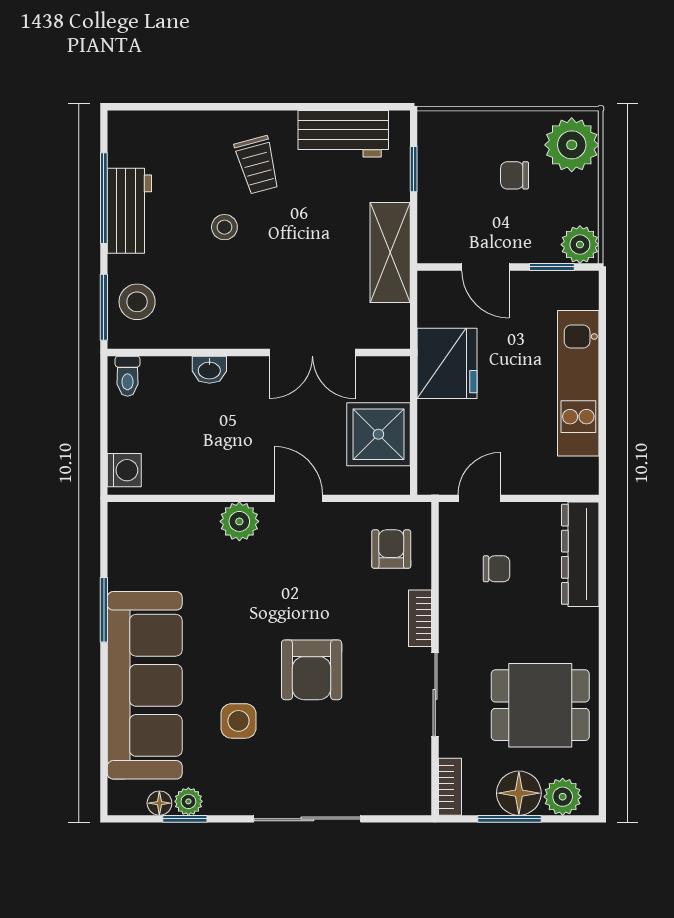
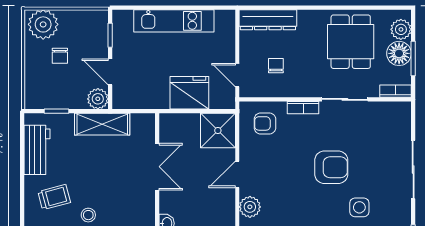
plant: (580, 245) -> (98, 99), moved
door: (485, 267) -> (110, 72), swing flipped
fridge: (447, 363) -> (189, 93), moved
shower: (378, 434) -> (218, 131), moved

